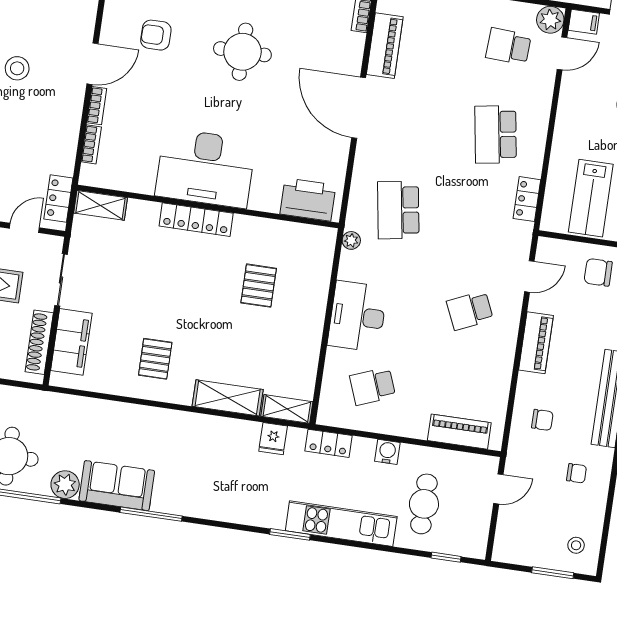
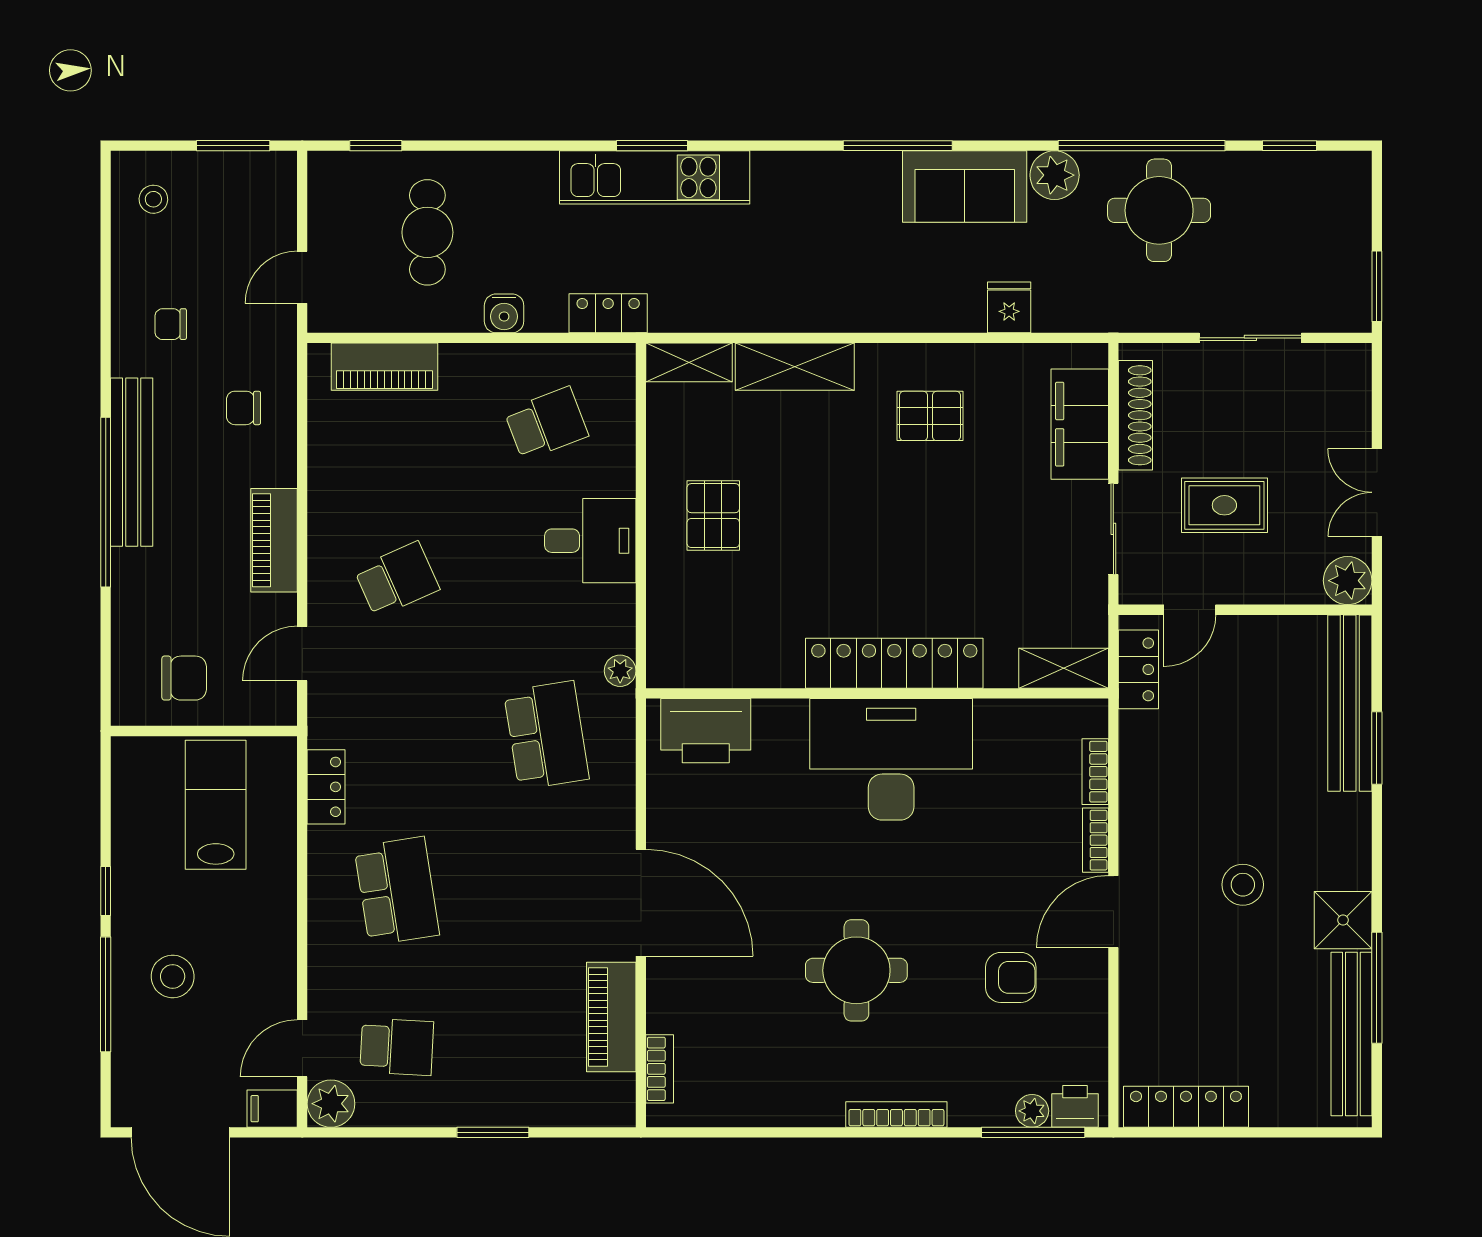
locker: (196, 220) -> (894, 663), width x1.41, depth x1.21
pallet: (259, 286) -> (713, 516), moved
desk: (357, 316) -> (590, 541), width x0.73
pallet: (155, 359) -> (930, 416), turned 90
fridge: (273, 439) -> (1009, 307), moved
kitchen unit: (341, 524) -> (655, 177), moved
window: (553, 573) -> (233, 146), moved

